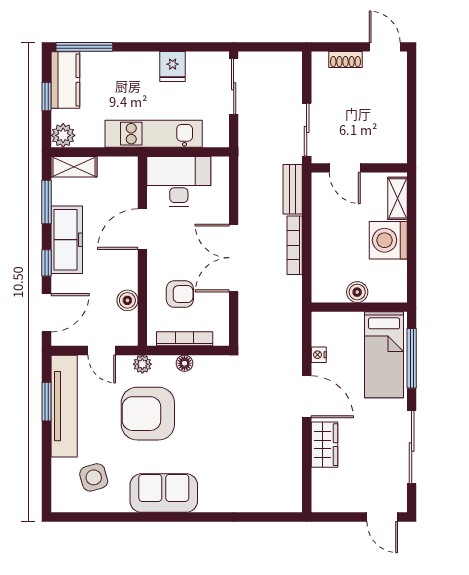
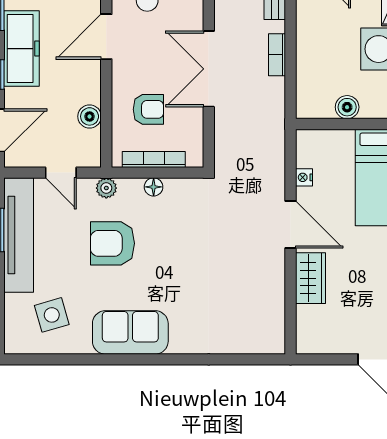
bookcase: (295, 245) -> (277, 55), width x0.64
armchair: (148, 414) -> (112, 243), width x0.73, depth x0.73

